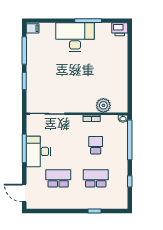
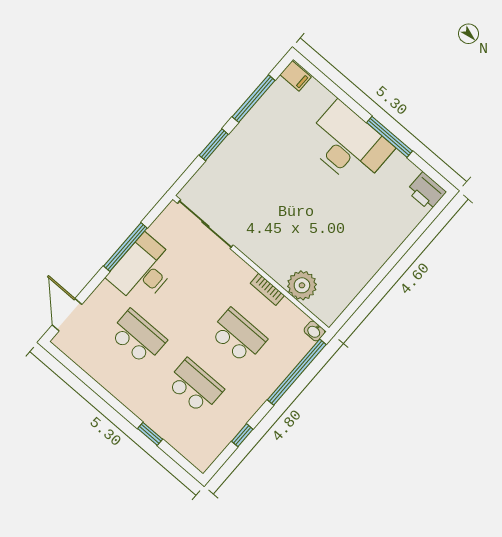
school desk: (96, 145) -> (238, 336), width x1.85

